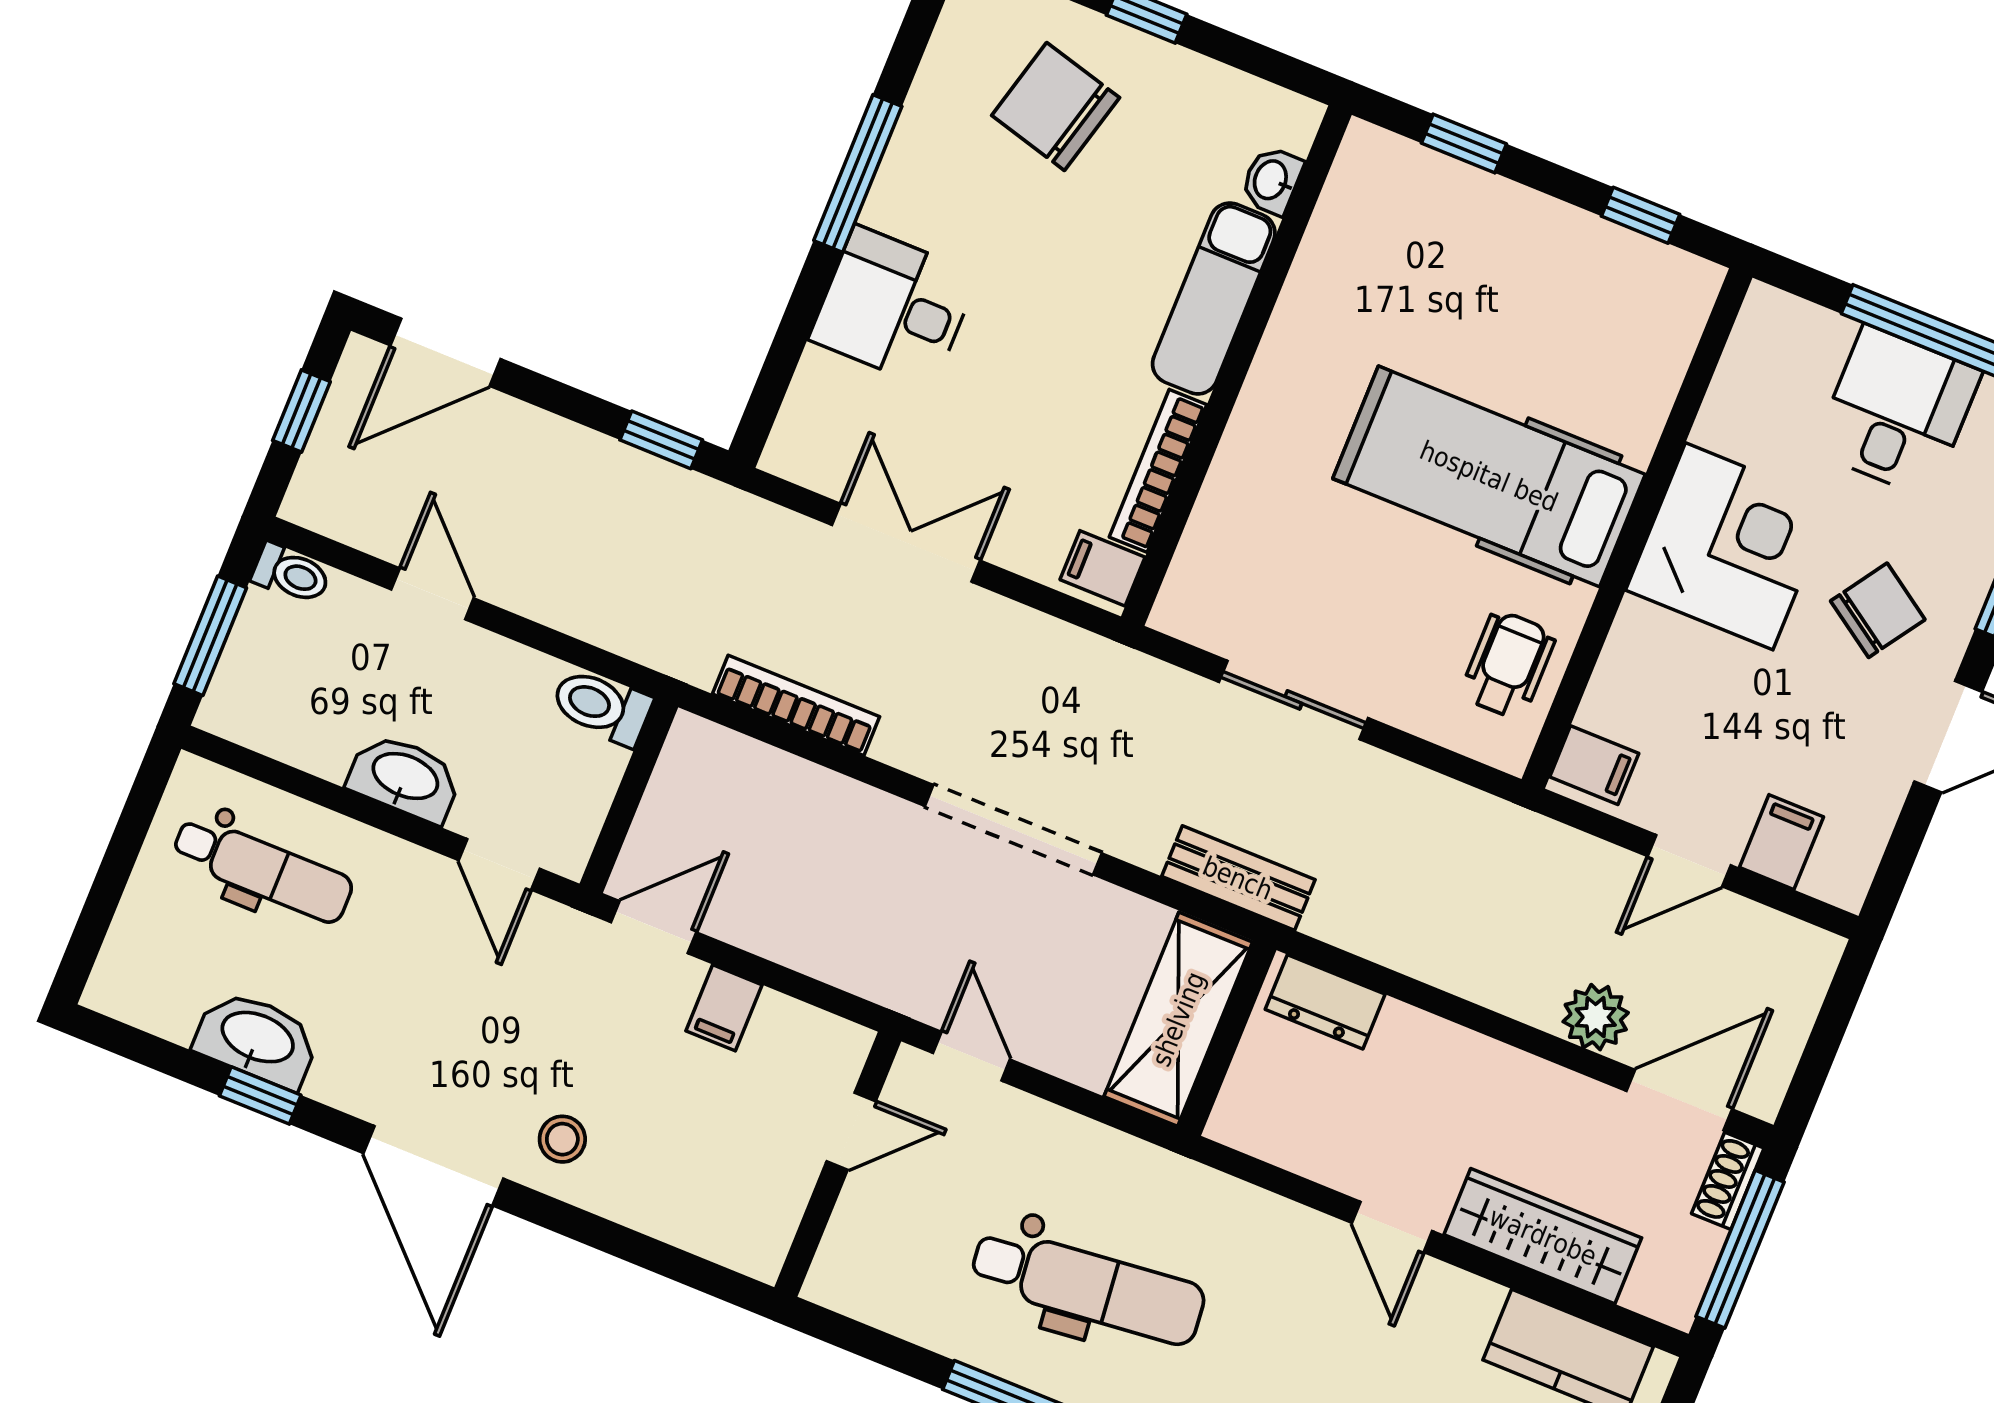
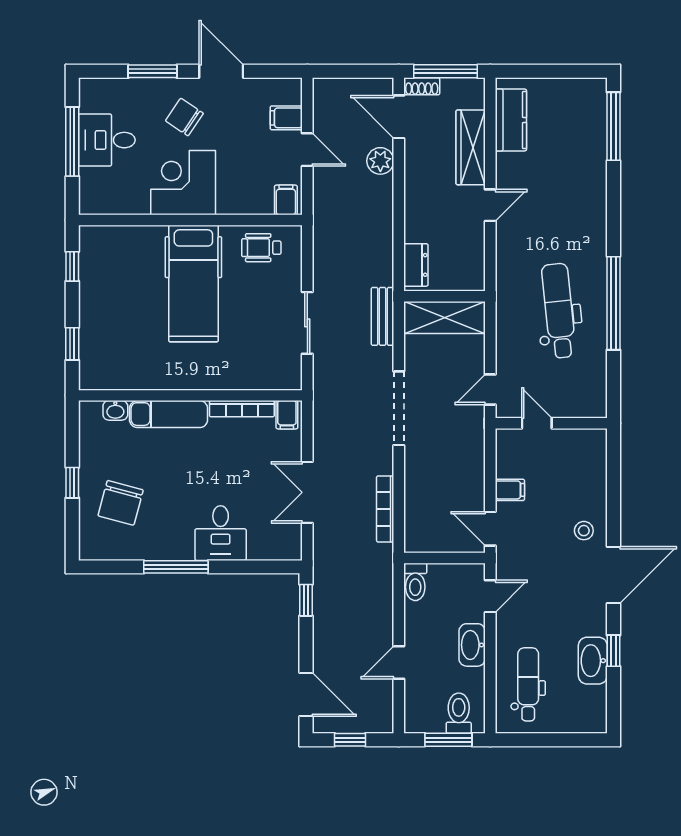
toilet: (291, 574) -> (459, 713), moved, width x1.37, depth x1.39

